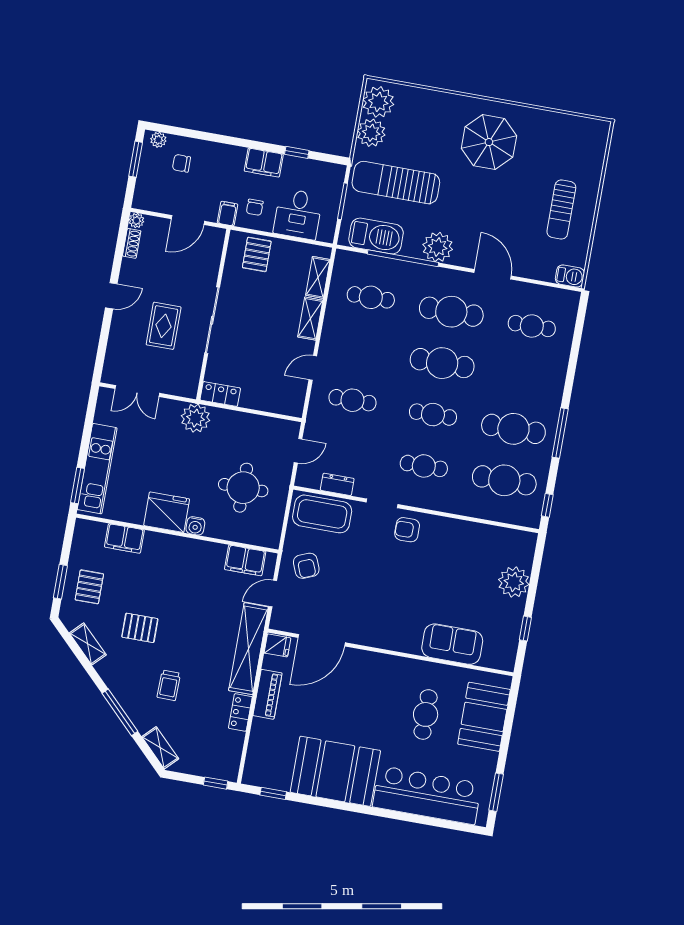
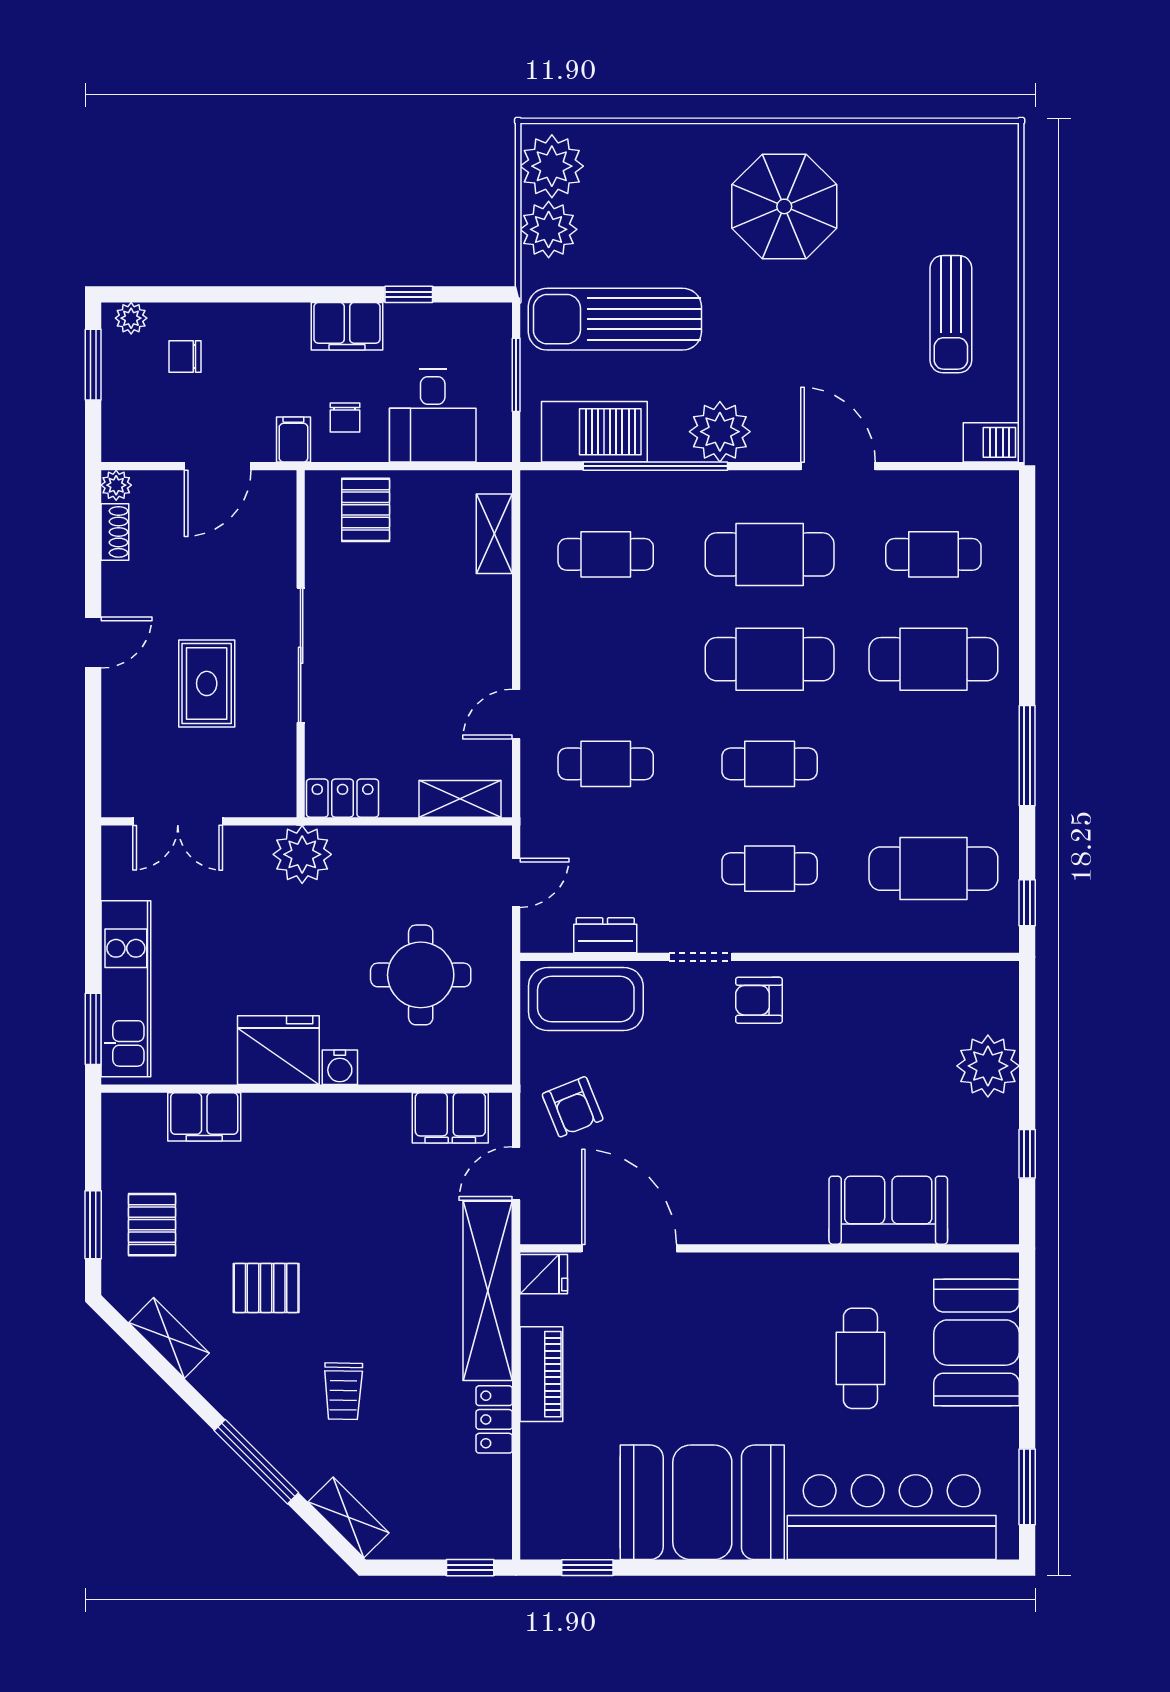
shelving: (310, 319) -> (460, 799), moved, turned 90
cafe table: (513, 429) -> (933, 659), moved
door: (322, 640) -> (629, 1248), swing flipped

